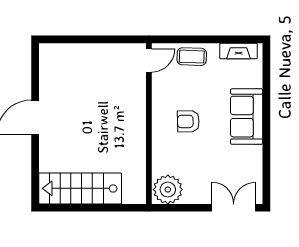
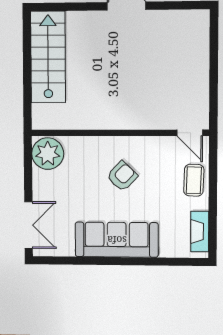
sofa: (247, 117) -> (117, 240), width x1.36
armchair: (188, 121) -> (122, 176), turned 45

